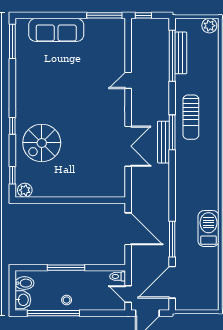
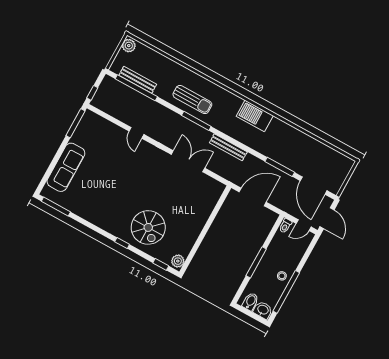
bench: (163, 142) -> (228, 147), moved
barbecue: (209, 229) -> (255, 116), moved

